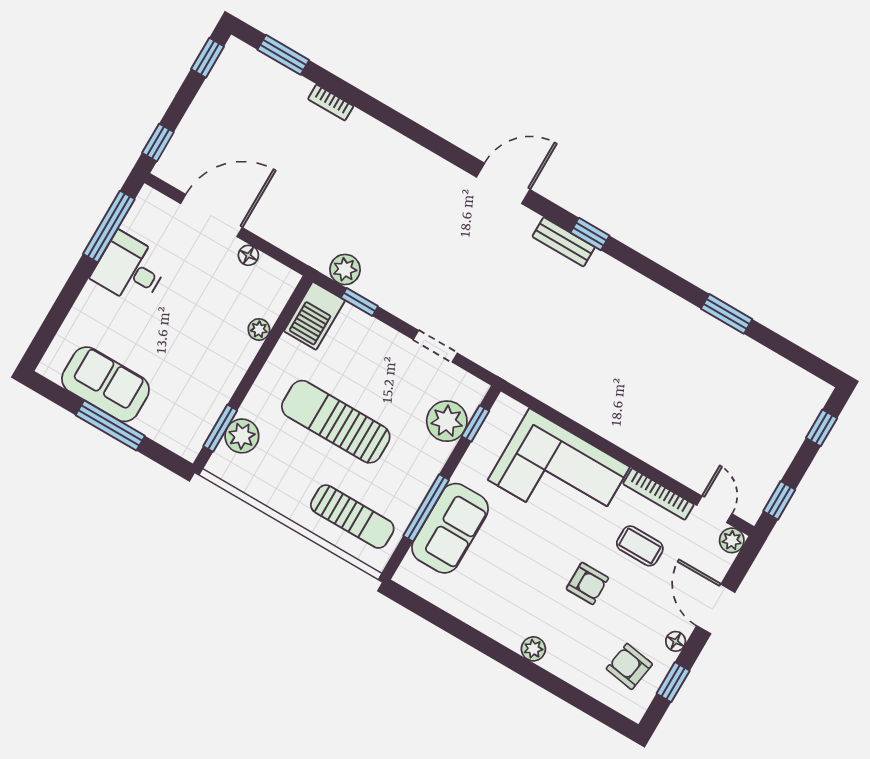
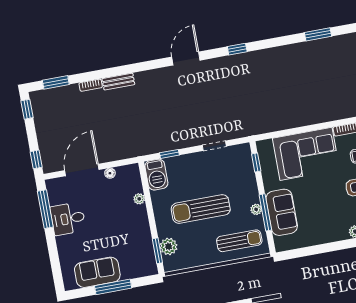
bench: (564, 242) -> (118, 82), moved
plant: (345, 269) -> (153, 146), removed
plant: (447, 421) -> (256, 209), moved, width x0.53, depth x0.53

